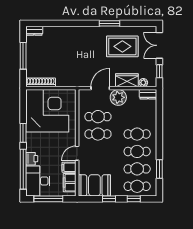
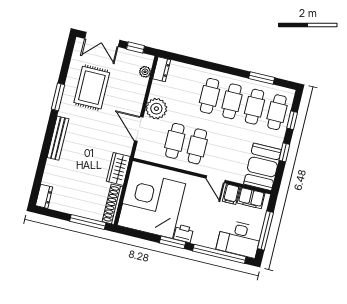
bench: (79, 31) -> (58, 138), added
window: (23, 56) -> (88, 222), moved
wardrobe: (127, 80) -> (118, 169), moved
printer: (32, 159) -> (183, 233), moved

